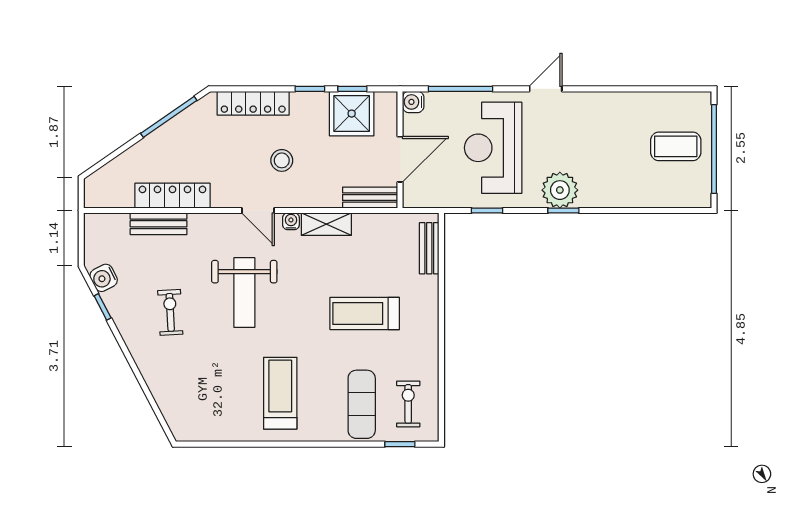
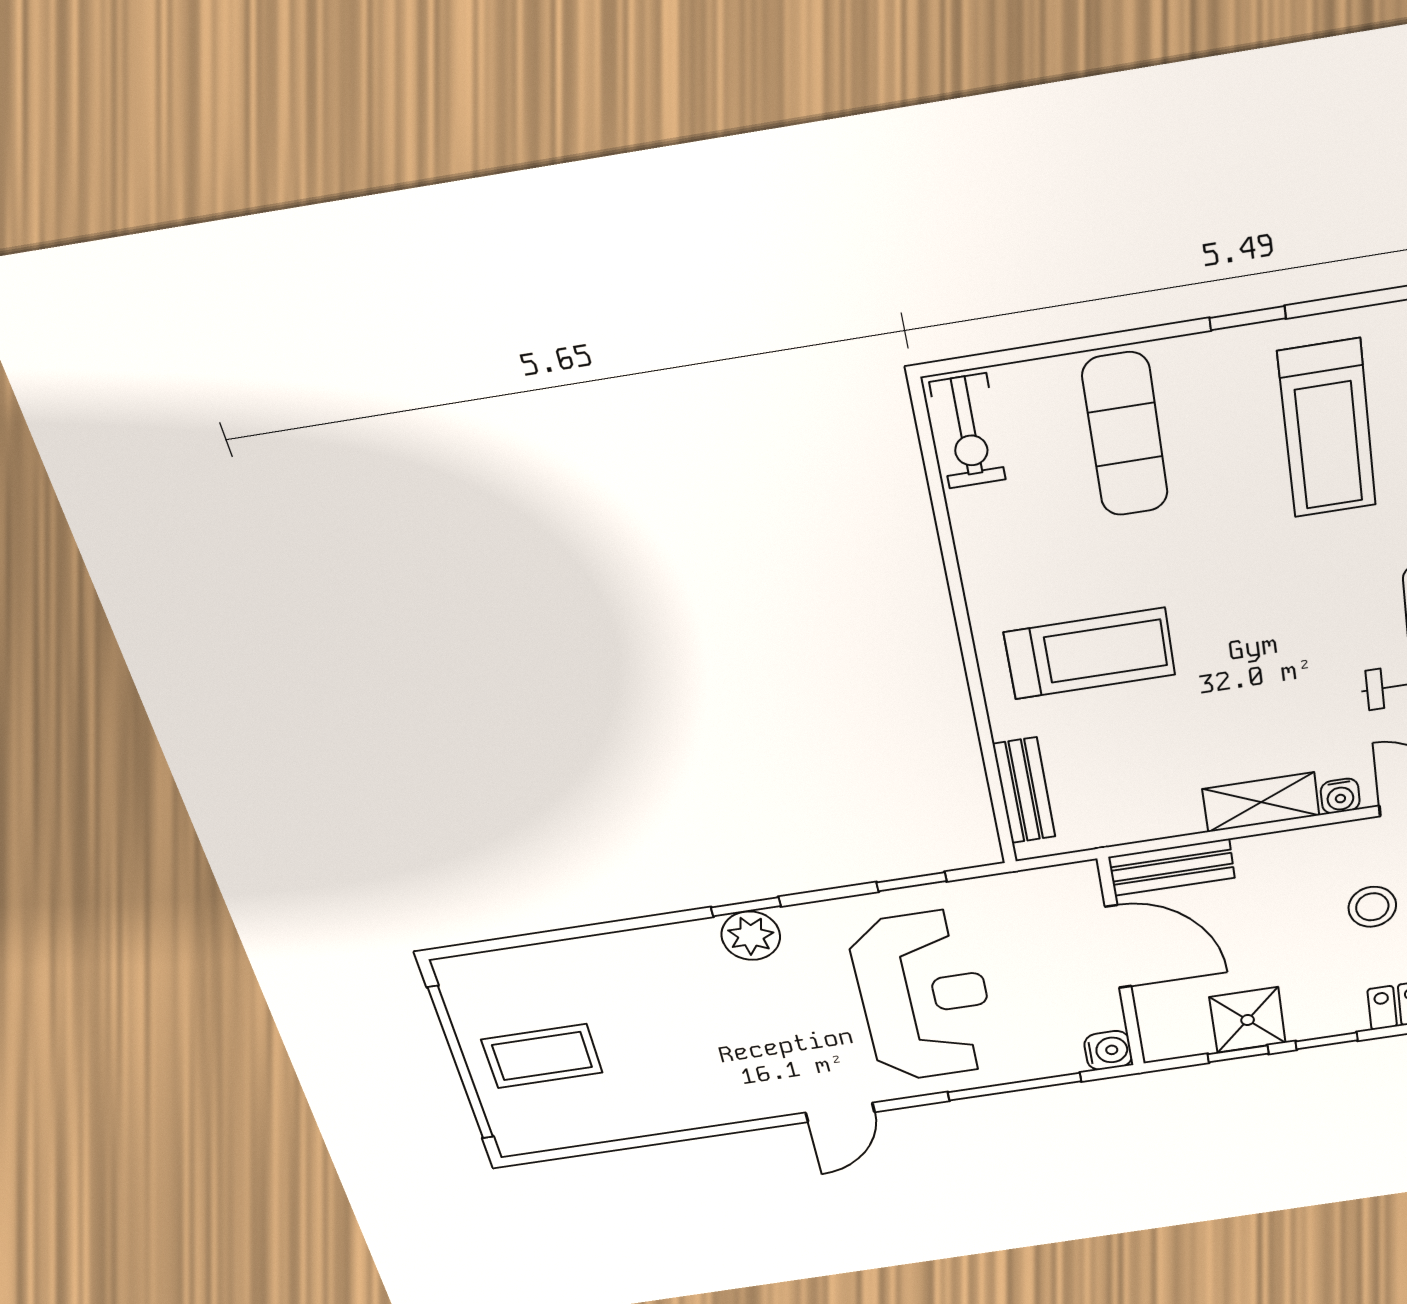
shower: (352, 114) -> (1248, 1020), width x0.73, depth x0.73
door: (400, 159) -> (1118, 947), swing flipped
plant: (560, 190) -> (751, 936), width x0.73, depth x0.73
treadmill: (365, 313) -> (1090, 654), moved
exercise bike: (408, 404) -> (968, 431), moved
window: (400, 444) -> (1248, 318), moved

